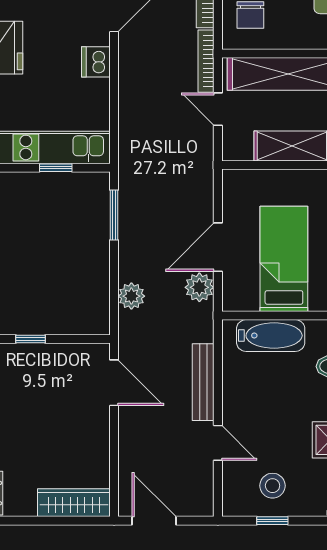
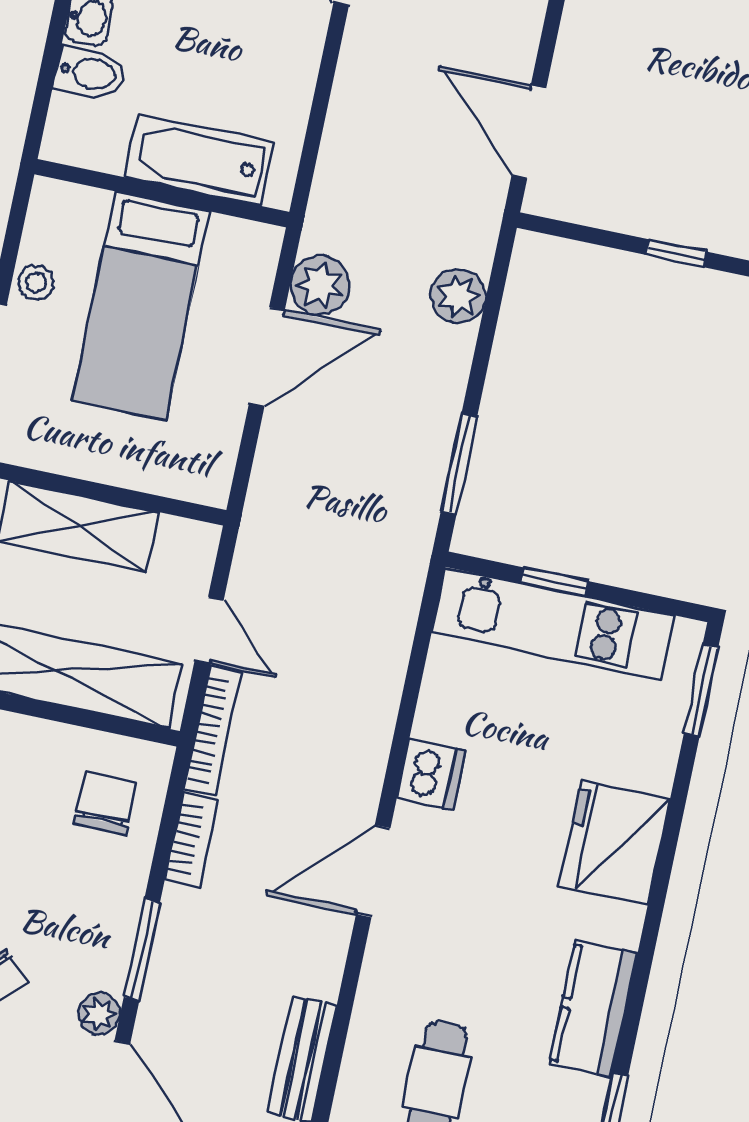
bench: (203, 382) -> (352, 96), removed

